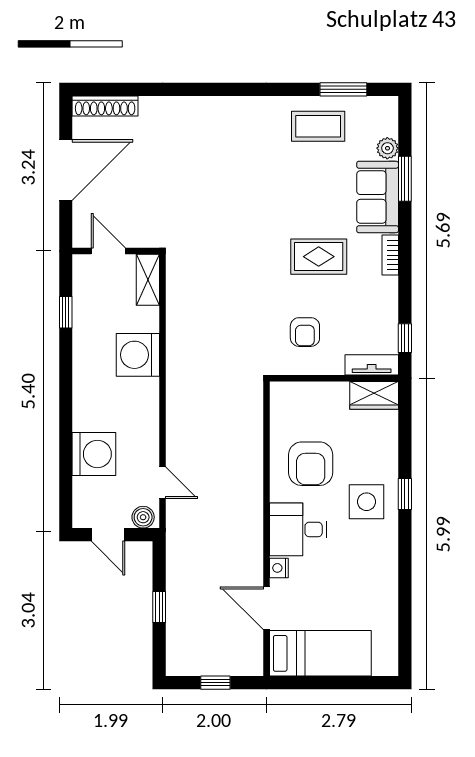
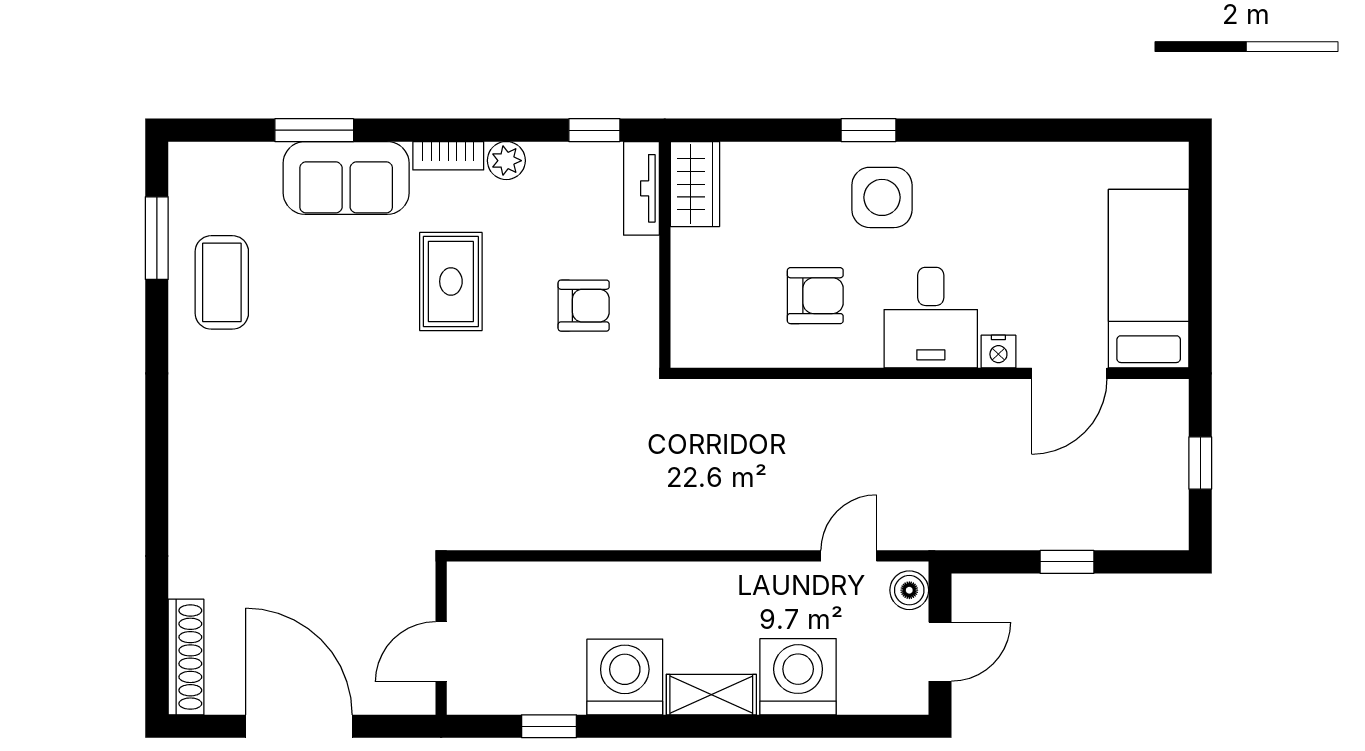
plant: (387, 148) -> (506, 161), moved
shelving: (148, 280) -> (711, 695), moved
washing machine: (138, 355) -> (625, 677), moved, turned 180
armchair: (311, 464) -> (815, 296), width x0.72, depth x0.72

